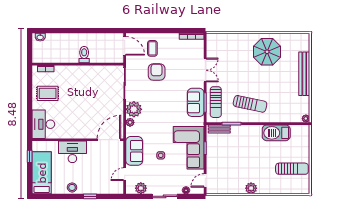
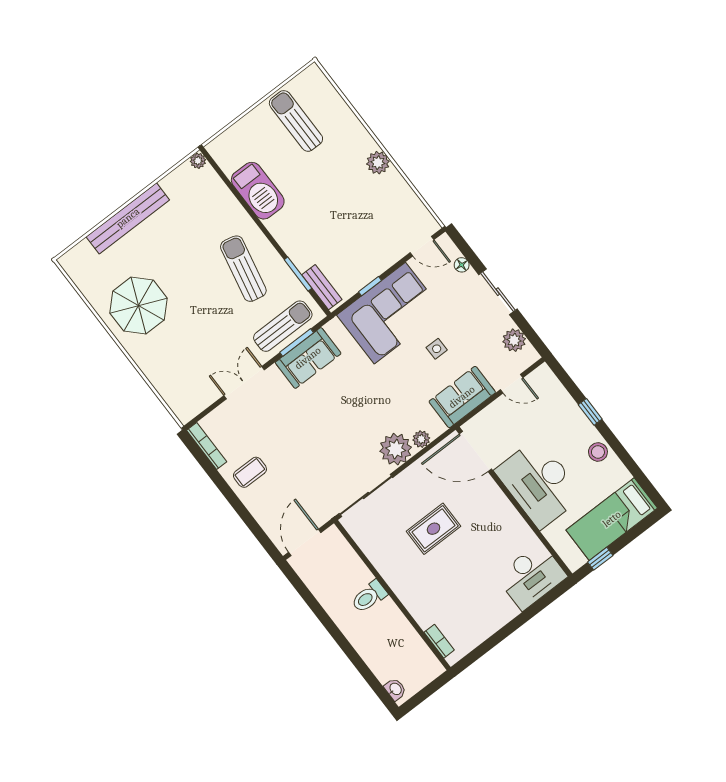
coffee table: (152, 48) -> (250, 472), moved
armchair: (157, 72) -> (308, 459), removed
rug: (48, 93) -> (434, 529), moved, turned 90
desk: (72, 152) -> (539, 483), width x1.36, depth x1.30

